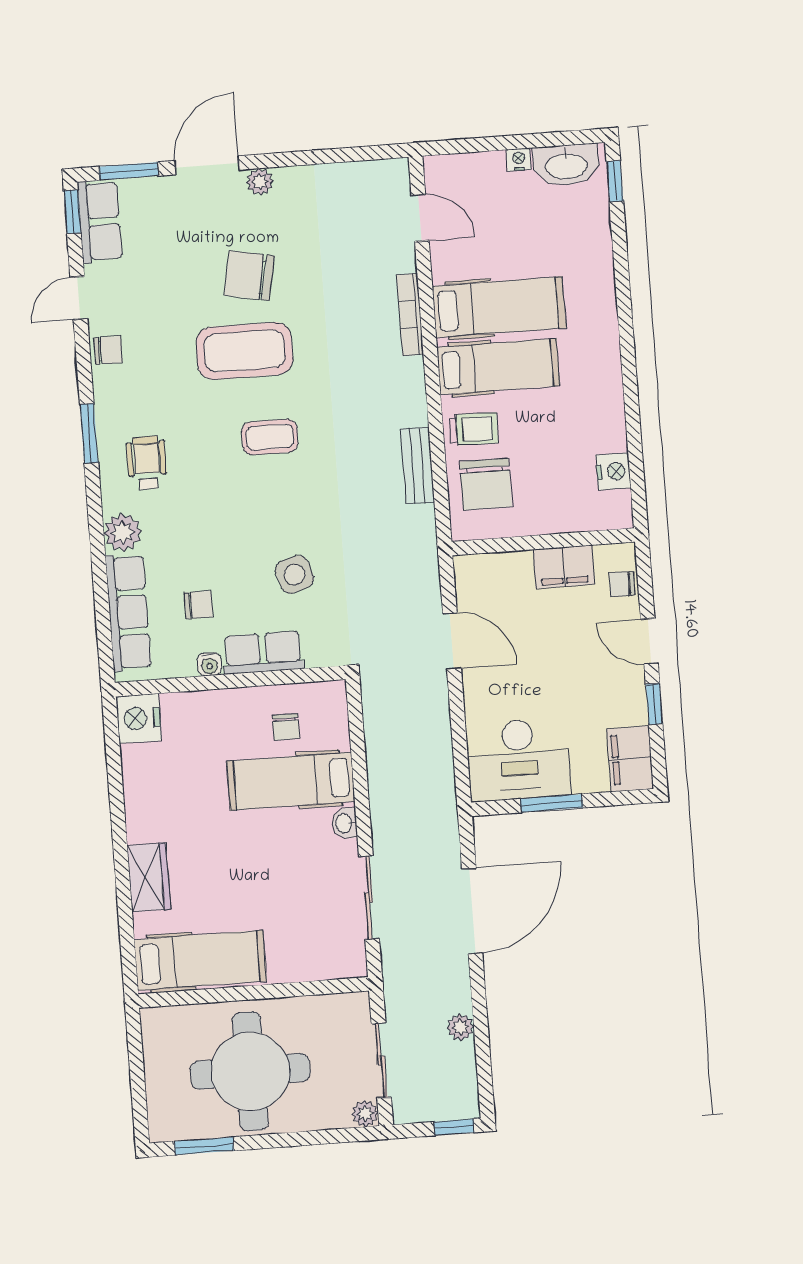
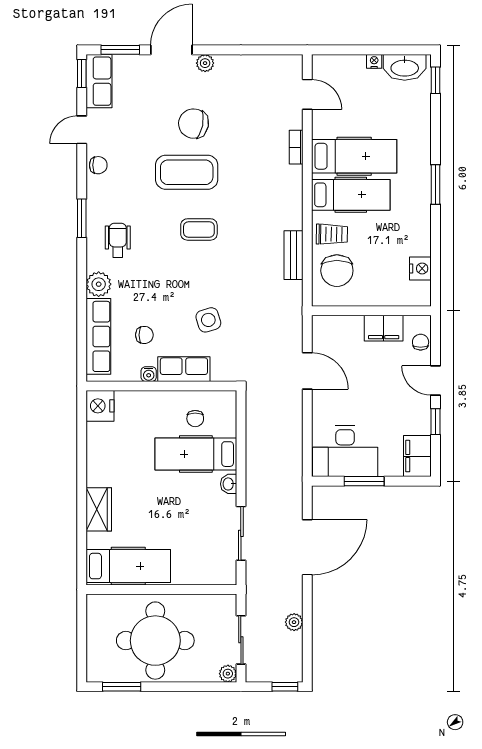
bookcase: (410, 315) -> (296, 147), width x0.64
window: (627, 341) -> (436, 184), added
chair: (622, 584) -> (421, 342), turned 90

